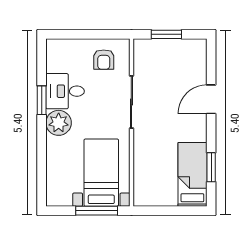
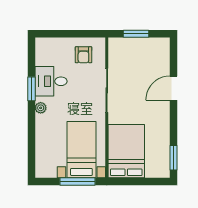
plant: (59, 123) -> (41, 108), width x0.53, depth x0.53
window: (211, 167) -> (173, 158), moved
bed: (192, 174) -> (126, 151), moved, width x1.50

